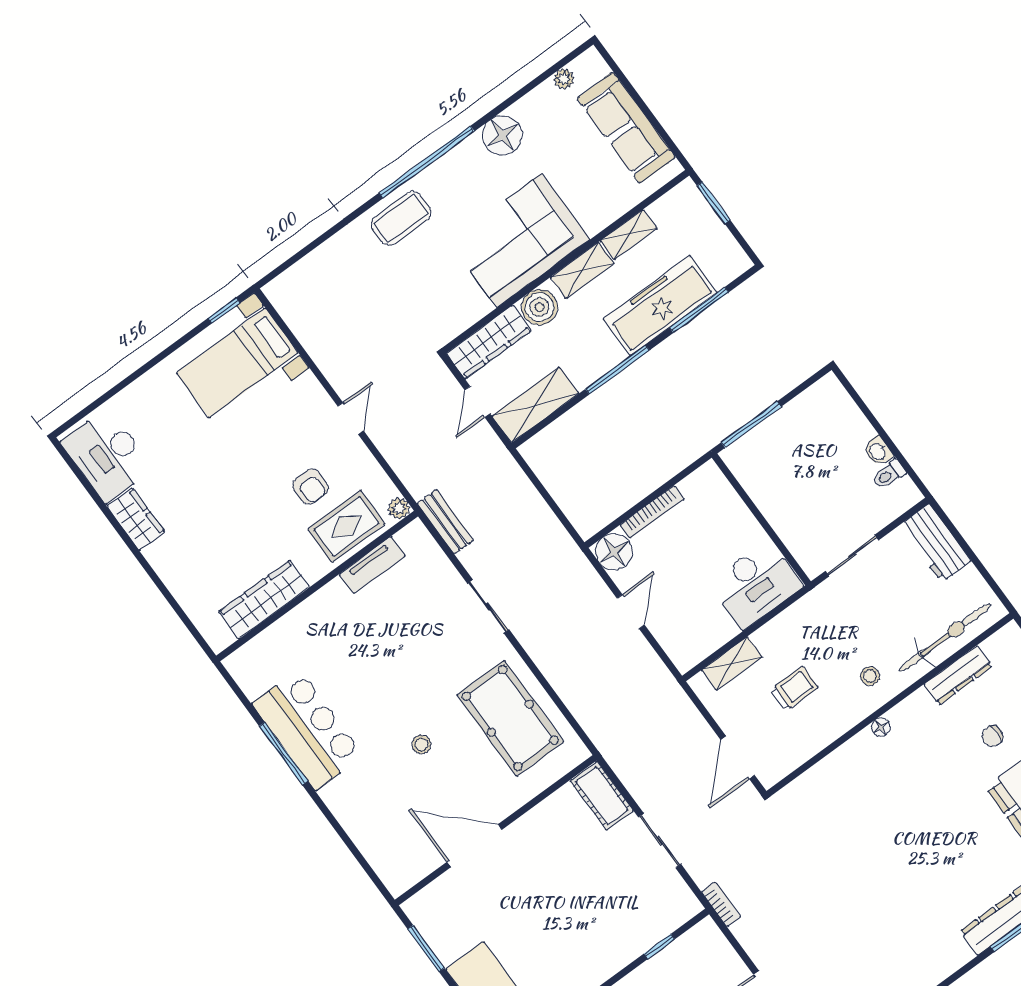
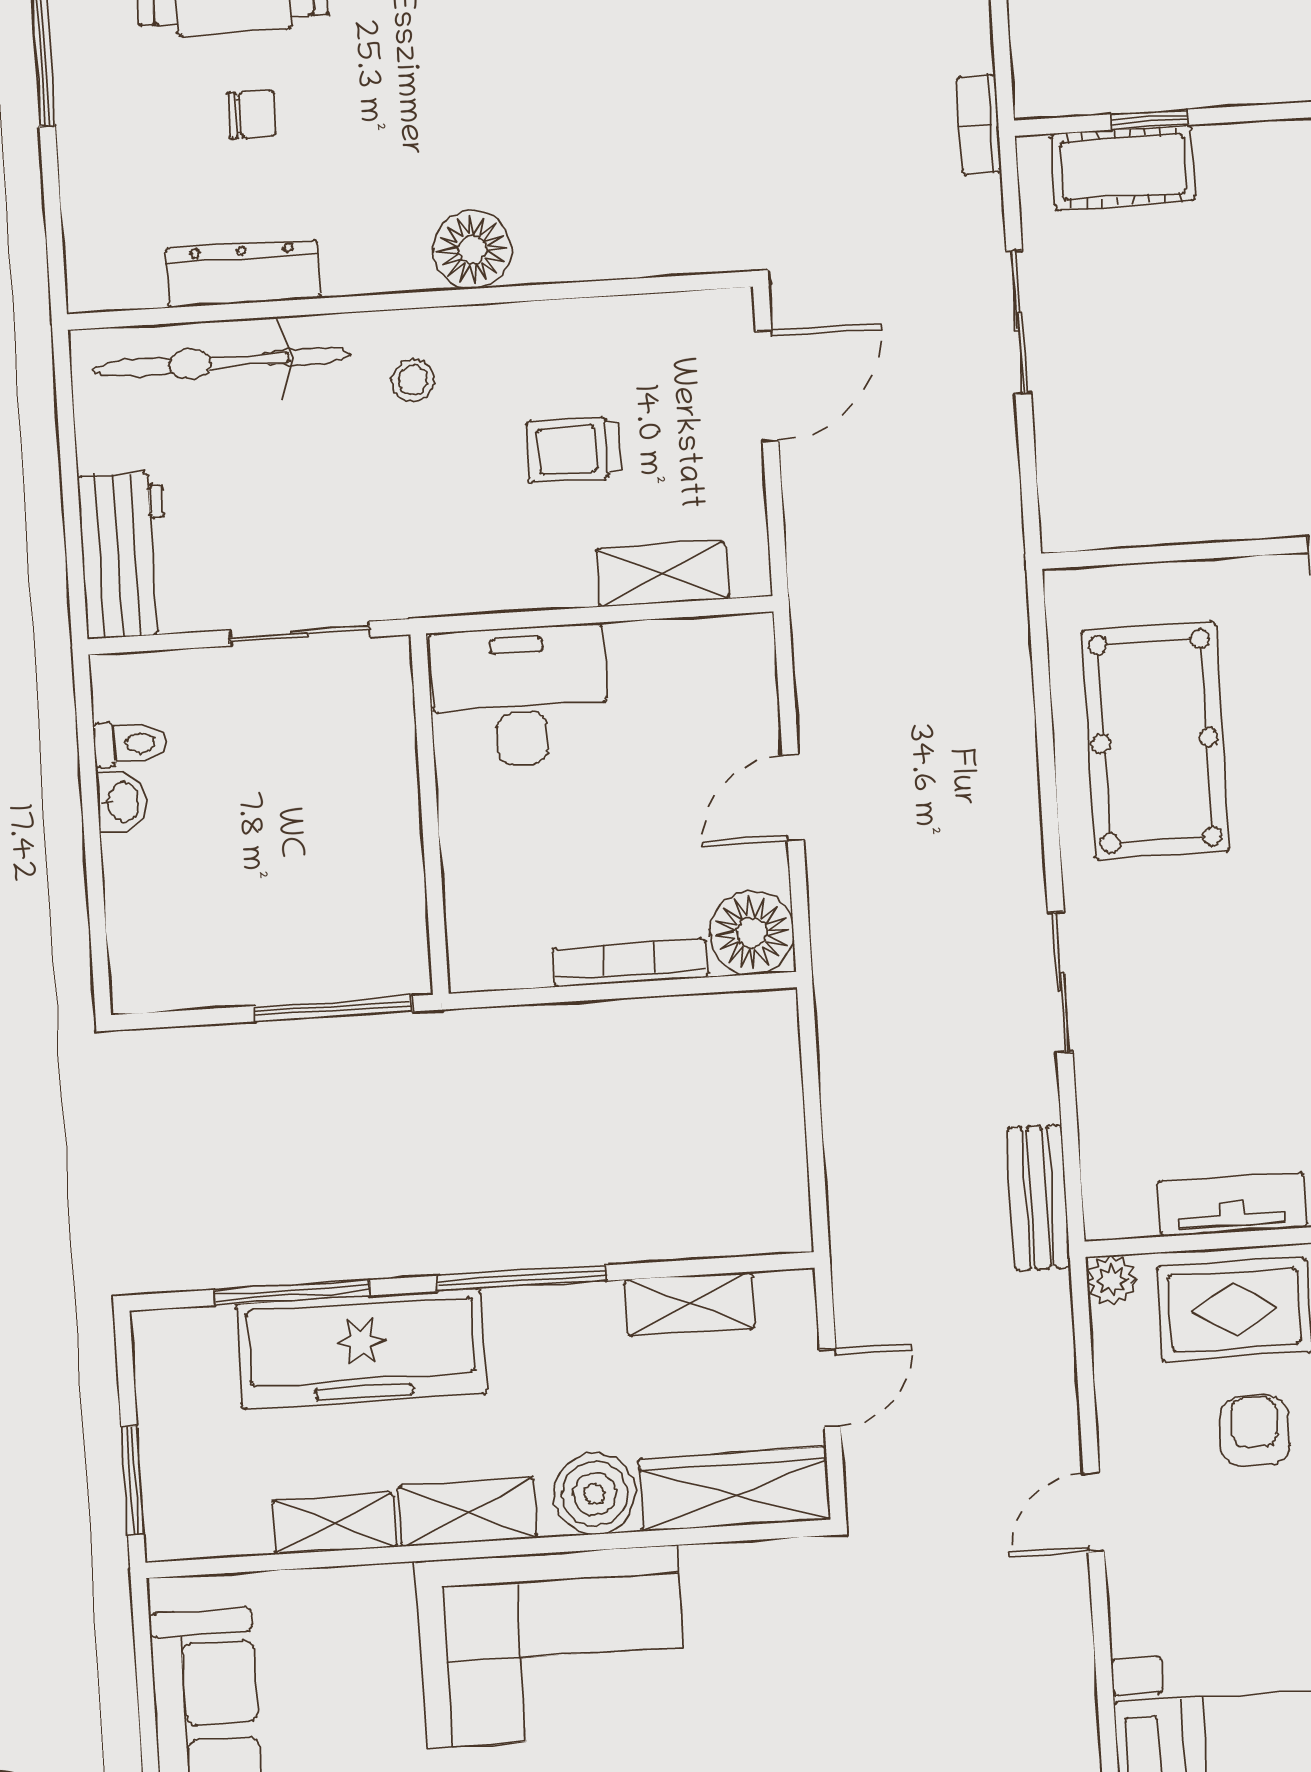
shelving: (535, 405) -> (690, 1304), width x0.67, depth x0.75
floor lamp: (881, 727) -> (472, 250), width x1.89, depth x1.89
cot: (602, 796) -> (1123, 167), moved, turned 90

